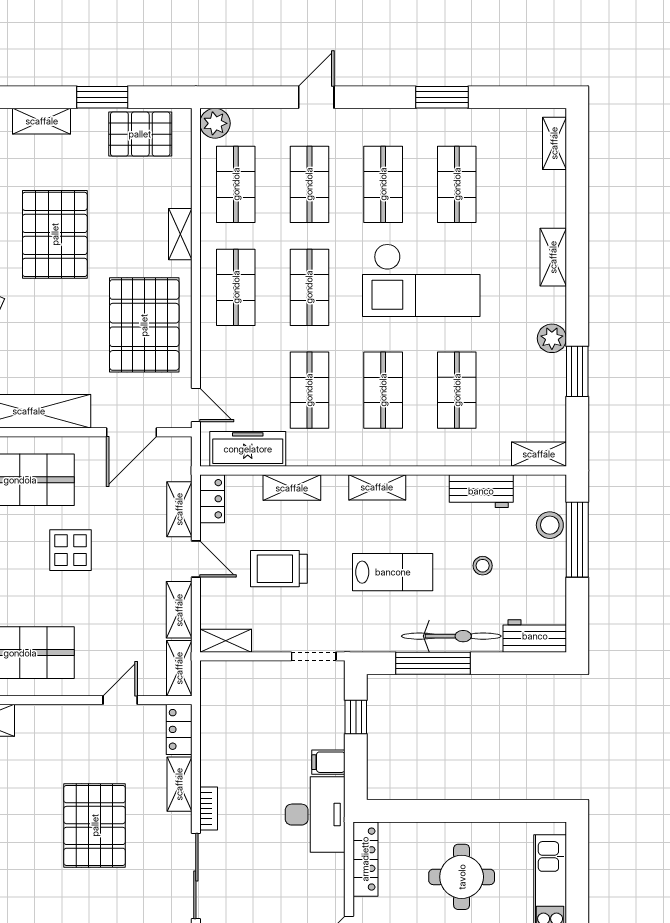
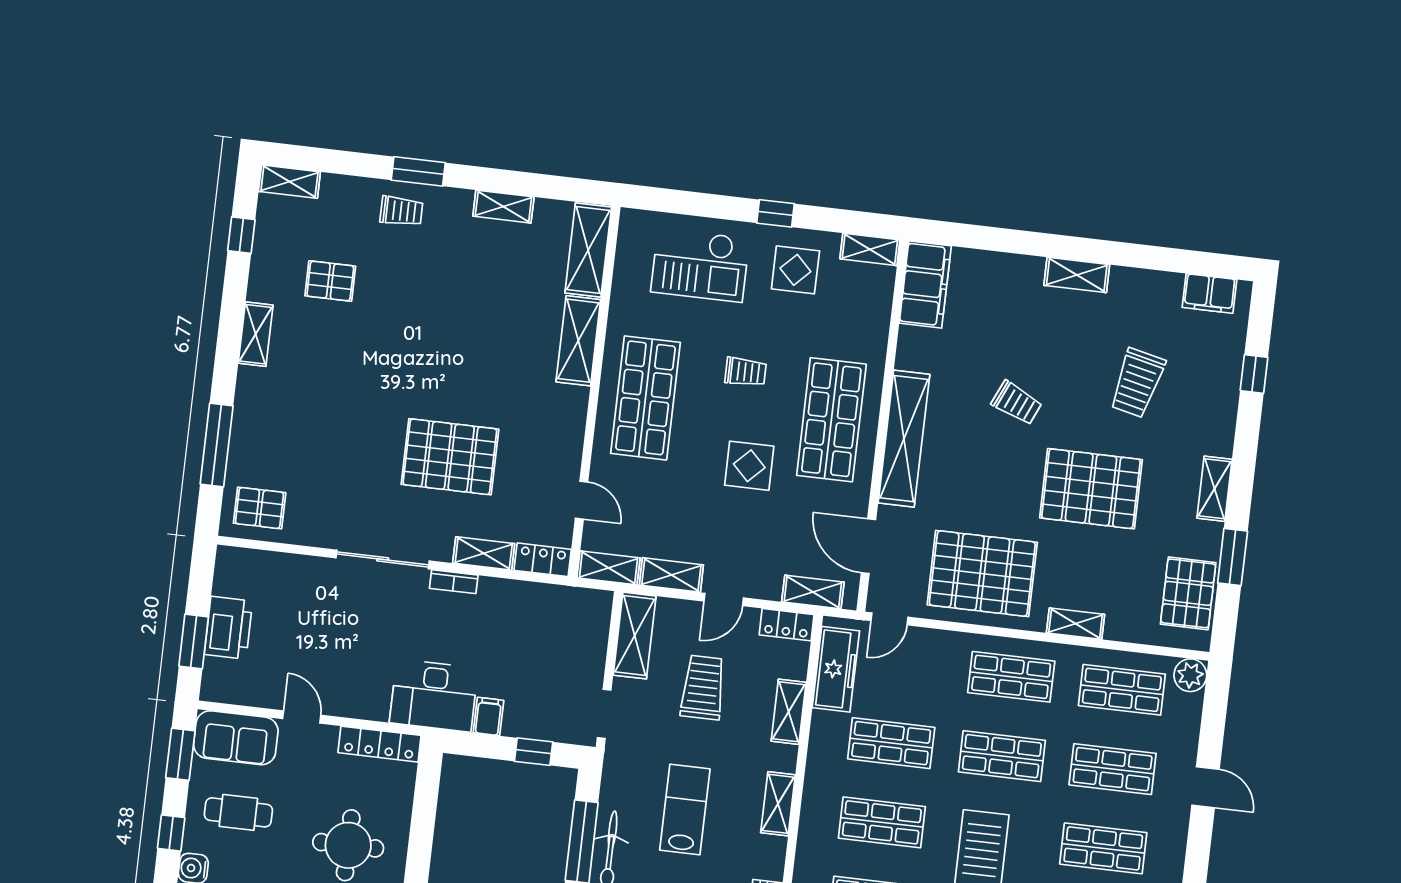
shelving: (179, 509) -> (813, 592), moved
lab bench: (393, 572) -> (685, 810), turned 180
shelving: (226, 641) -> (635, 636), width x1.50, depth x1.33

